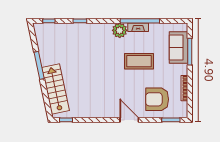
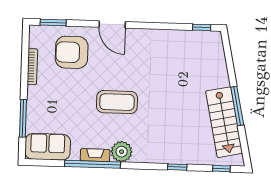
sofa: (179, 48) -> (48, 147), moved, turned -90
coffee table: (139, 61) -> (117, 102), moved
stairs: (55, 89) -> (224, 122), moved
armchair: (157, 99) -> (72, 52), turned 180

